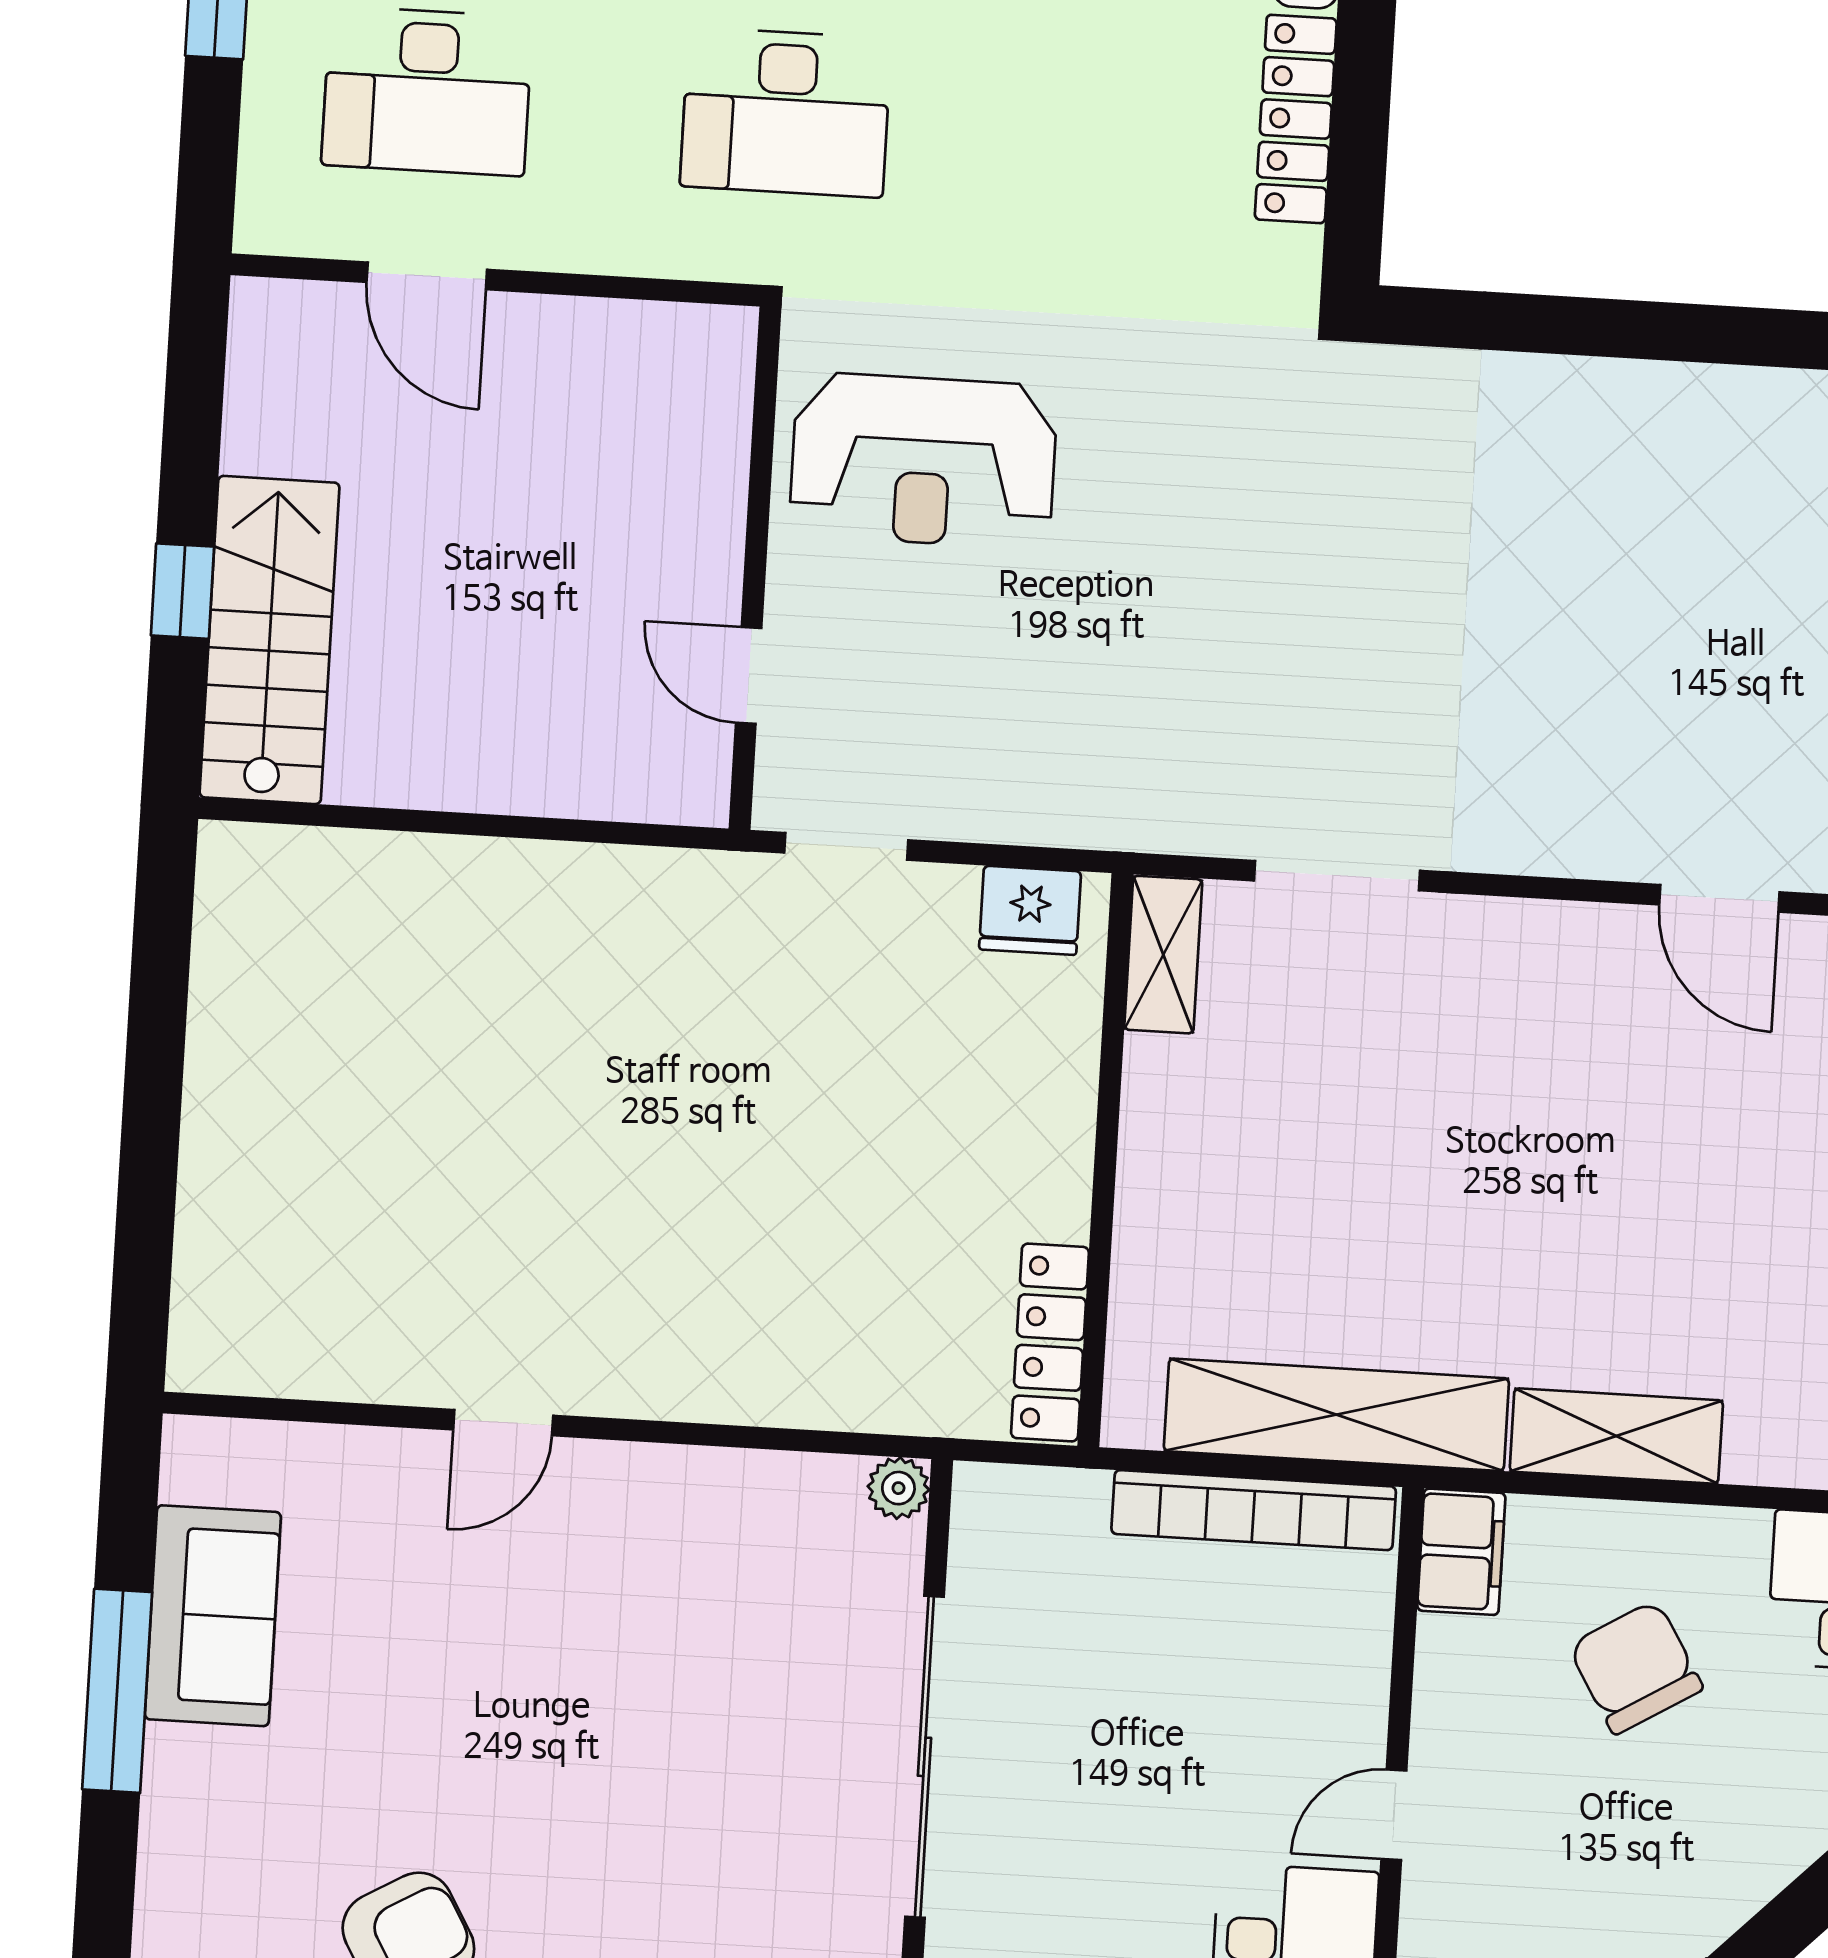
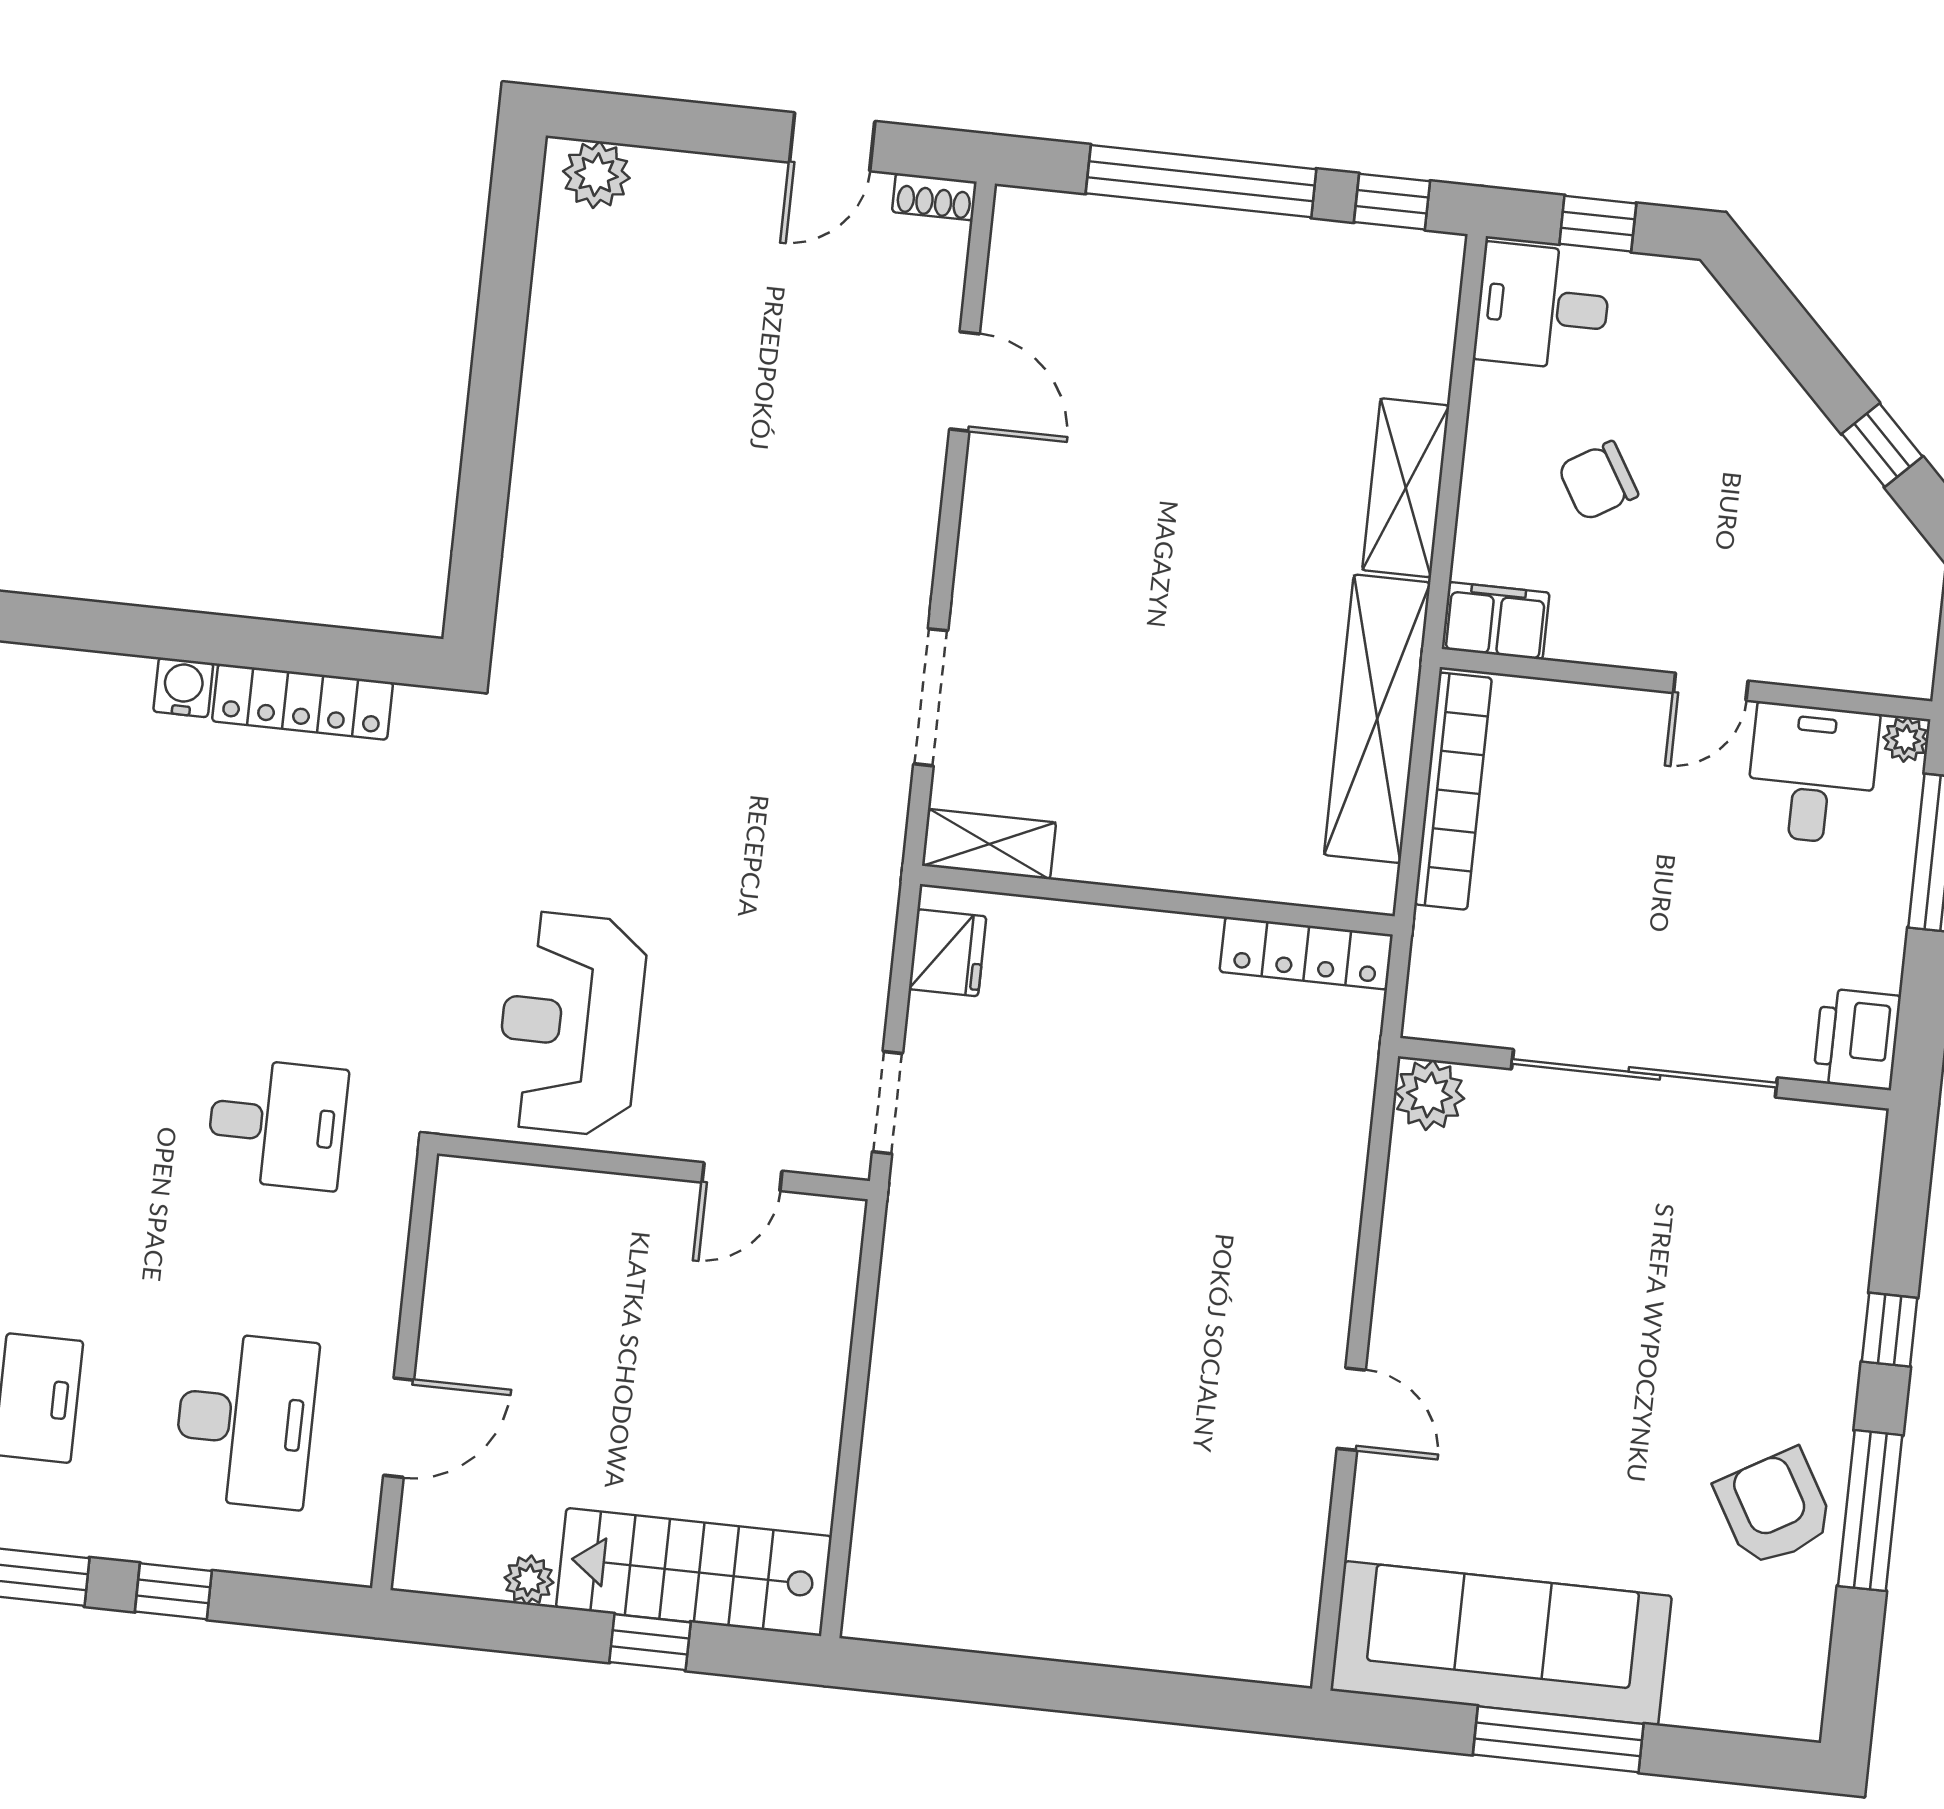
desk: (786, 112) -> (277, 1124), width x0.73
plant: (250, 442) -> (529, 1580), added
reception desk: (923, 460) -> (571, 1024), turned 180
door: (1719, 898) -> (965, 381), hinge flipped
plant: (898, 1488) -> (1429, 1095), width x1.38, depth x1.38
sofa: (213, 1616) -> (1501, 1643), width x1.85, depth x1.27
chair: (1636, 1667) -> (1598, 481), width x0.73, depth x0.73
door: (1394, 1815) -> (1711, 687), hinge flipped

